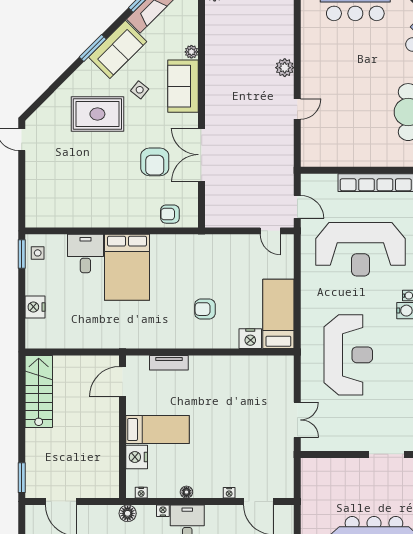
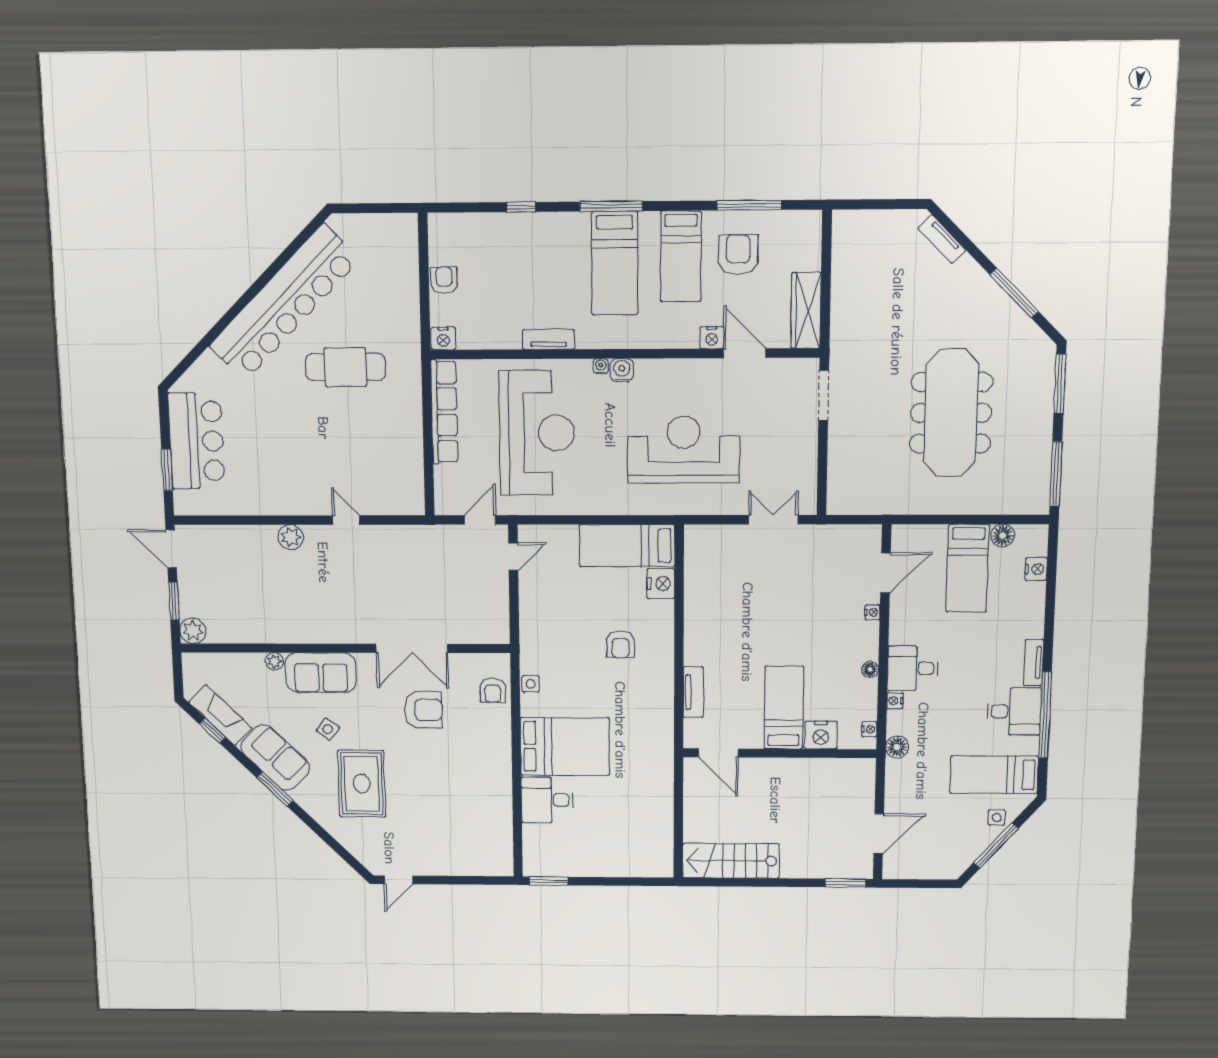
side table: (38, 253) -> (531, 684), moved
nightstand: (35, 307) -> (619, 865), removed

